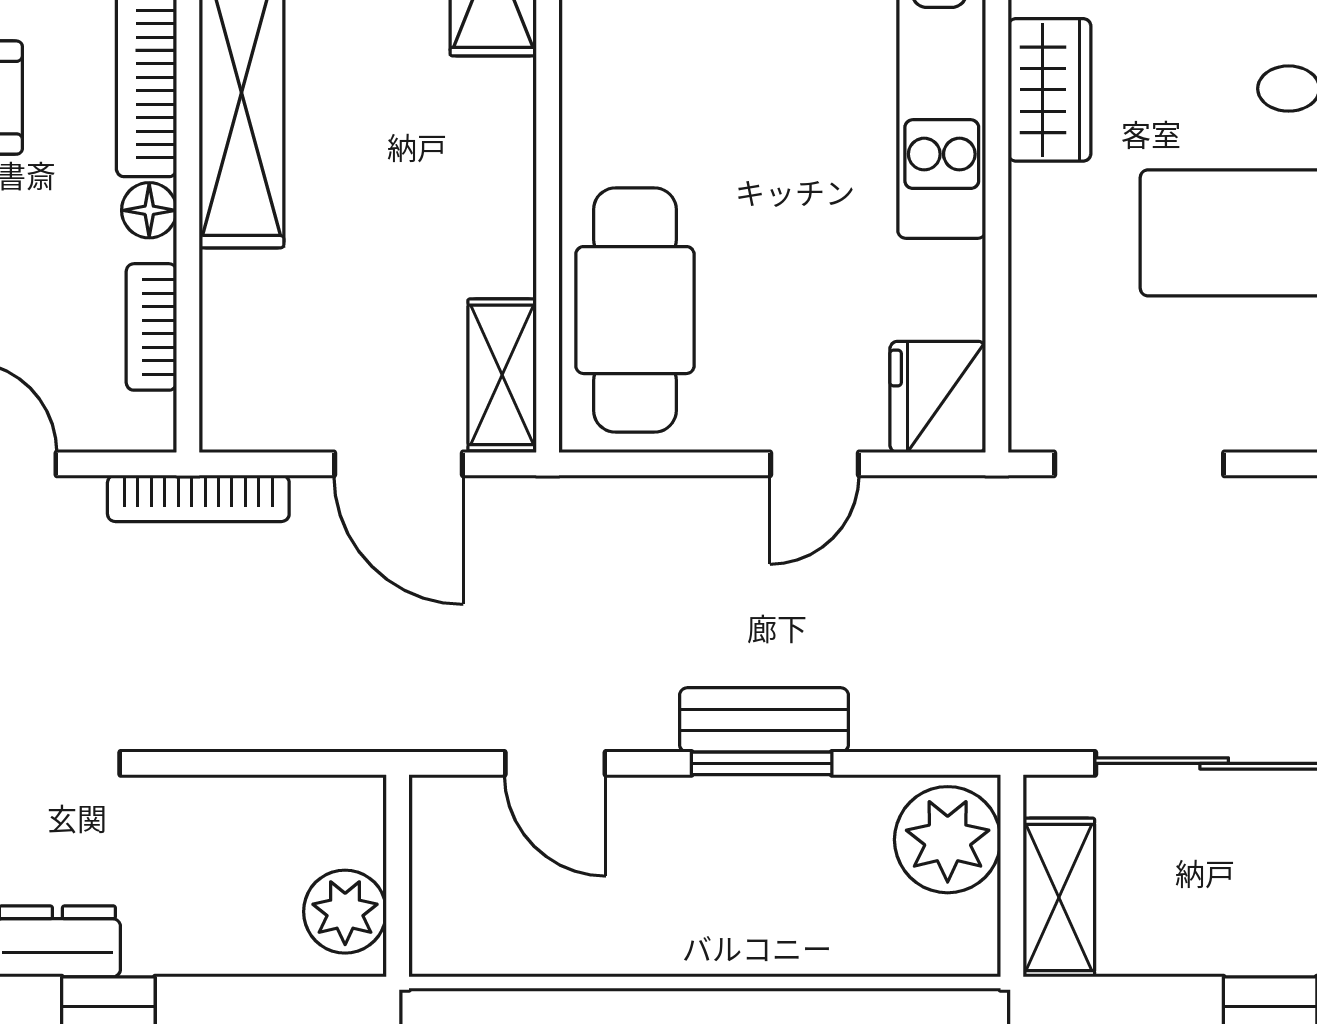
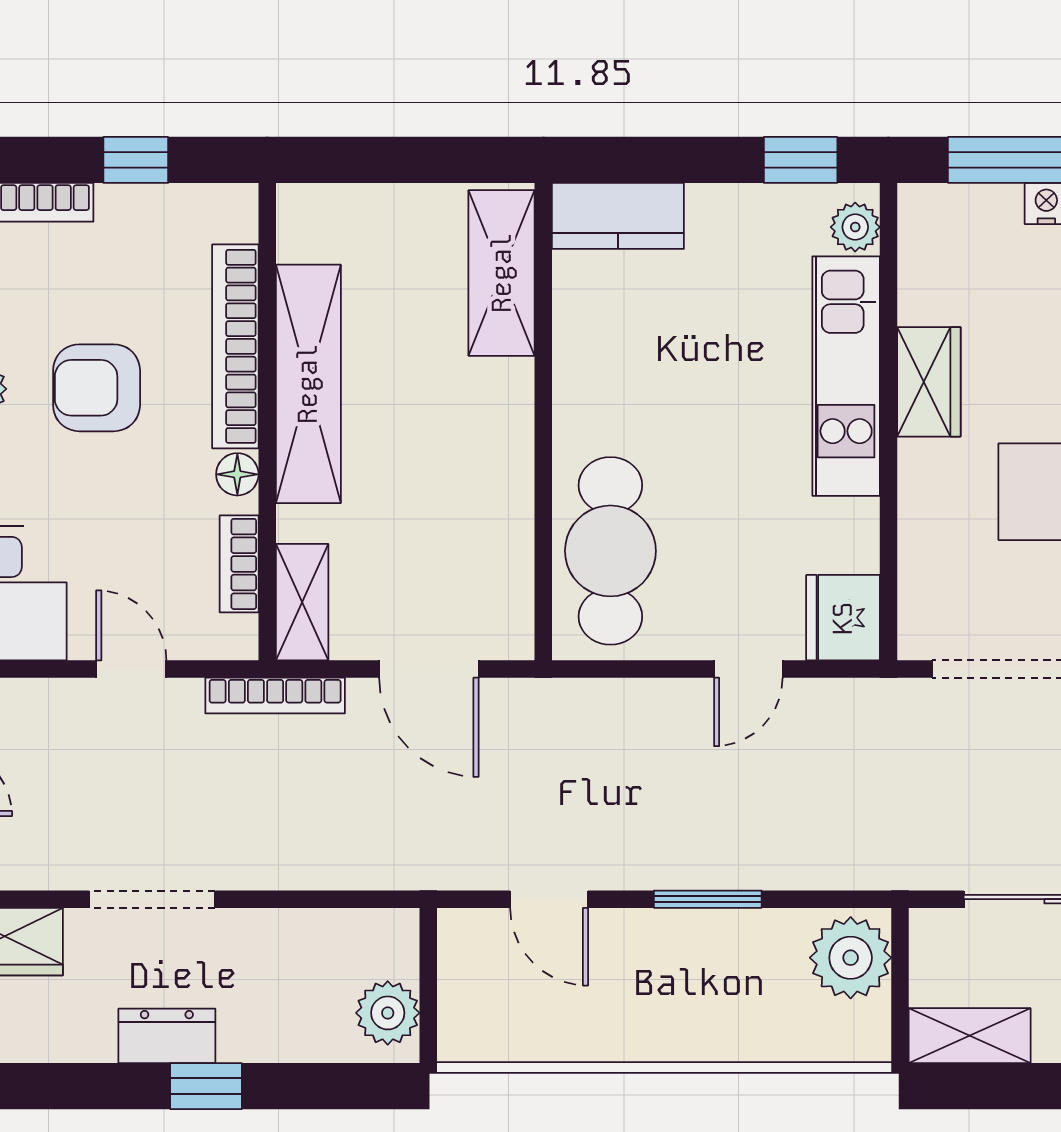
shelving: (502, 375) -> (302, 602), moved
bench: (764, 720) -> (710, 866), removed
shelving: (1059, 898) -> (970, 1036), moved, turned 90

